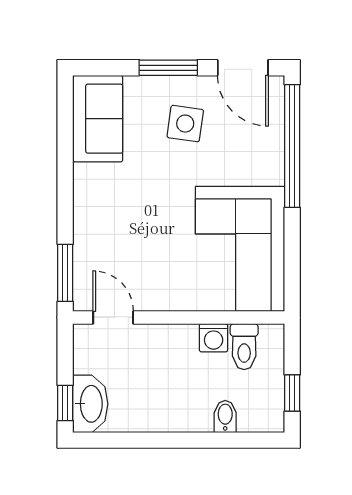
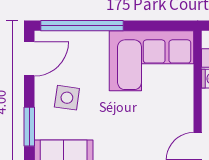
window: (168, 68) -> (29, 127), moved

